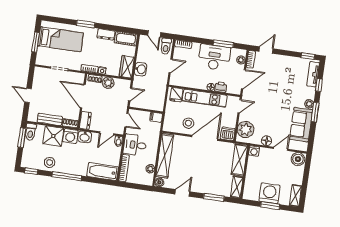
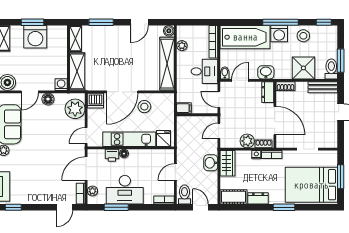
bed: (61, 39) -> (311, 185), width x1.50
bench: (50, 119) -> (323, 87), moved
washing machine: (70, 136) -> (279, 34), moved, turned 180
bathtub: (103, 172) -> (245, 37), width x1.36, depth x1.36

